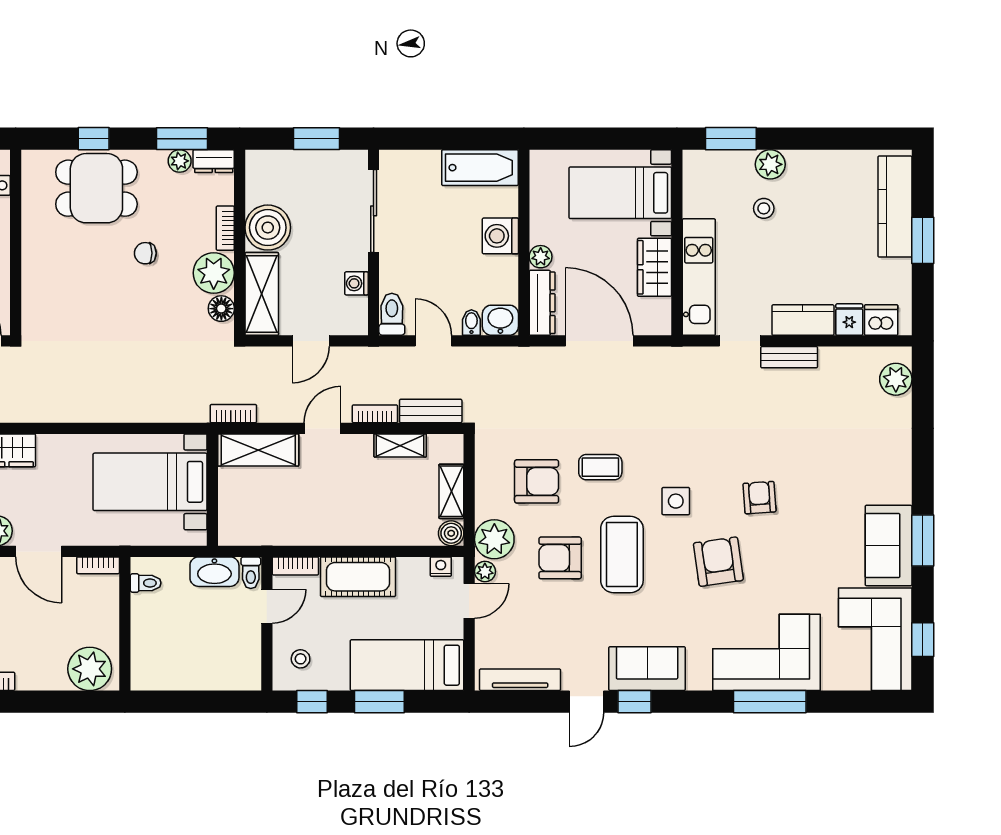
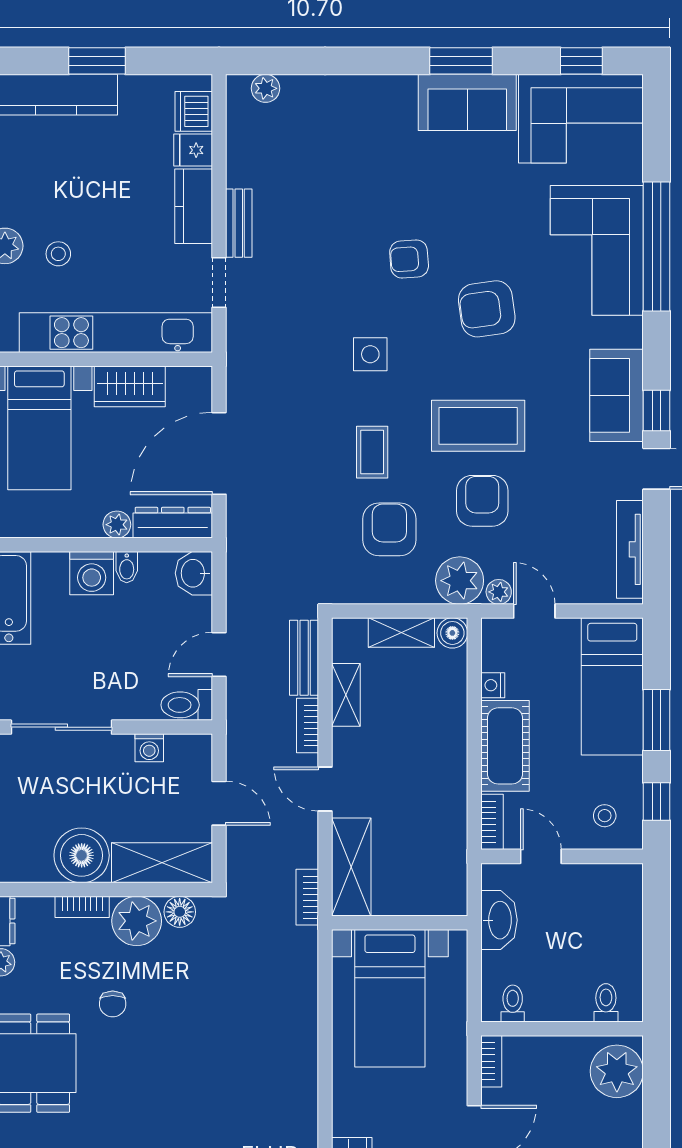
kitchen unit: (699, 277) -> (116, 333), width x1.36
bidet: (471, 322) -> (127, 567), moved, turned -90
plant: (896, 379) -> (266, 88), width x0.73, depth x0.73
side table: (676, 501) -> (370, 354), moved
armchair: (560, 558) -> (482, 501), turned 180
nightstand: (441, 567) -> (493, 685), moved
toilet: (251, 573) -> (606, 1003), moved, turned -90
window: (770, 702) -> (656, 246), width x1.46

